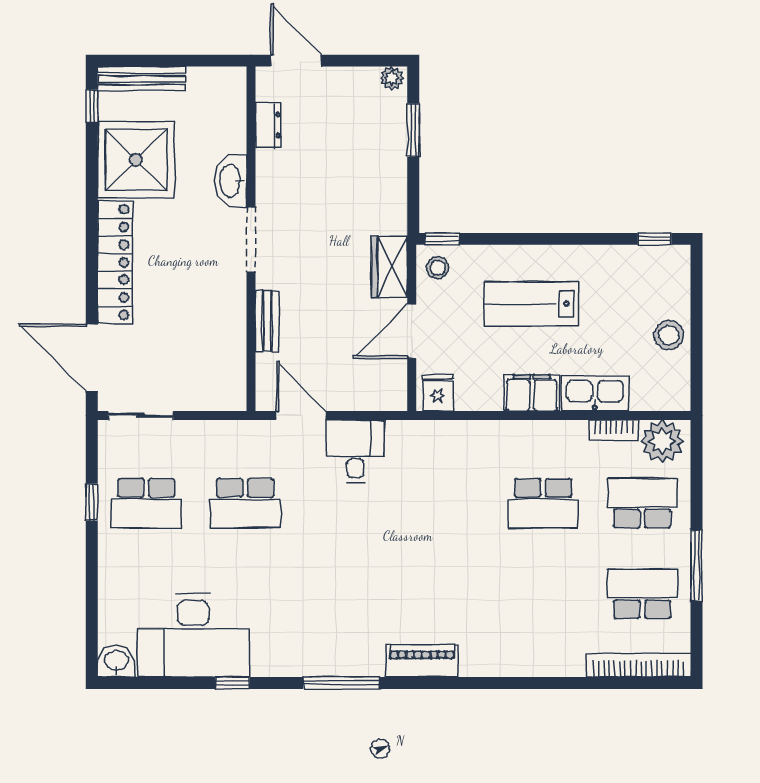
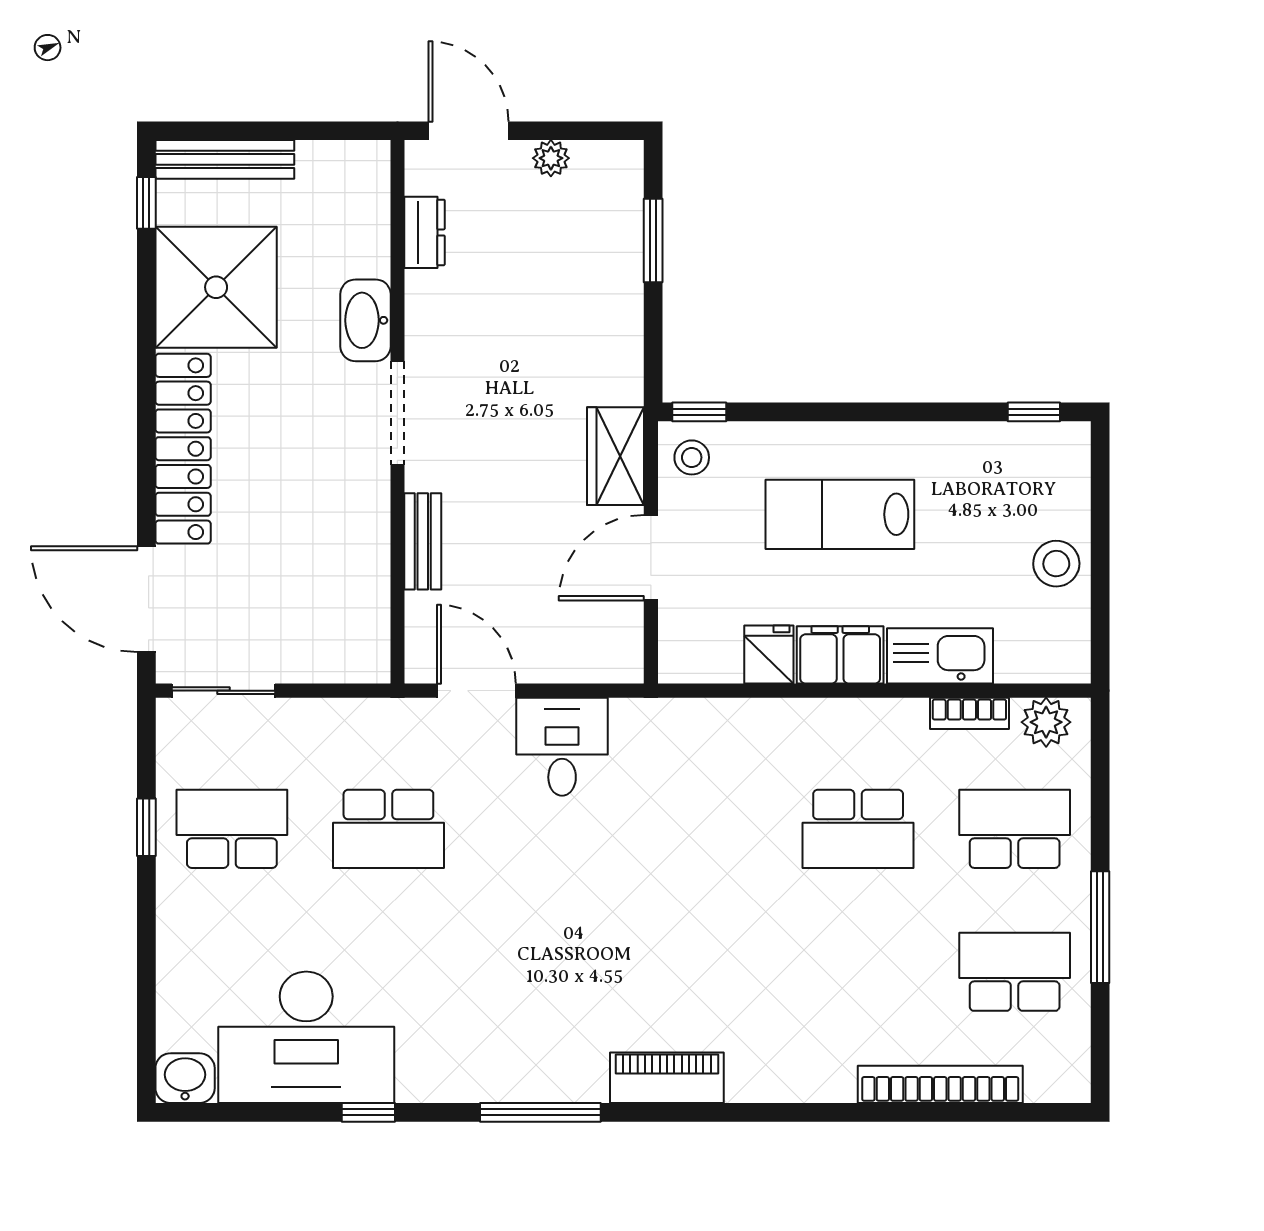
plant: (392, 78) -> (551, 158), moved
fridge: (438, 393) -> (769, 655), moved
plant: (662, 441) -> (1046, 722), width x0.73, depth x0.73
school desk: (146, 503) -> (232, 829), turned 180
bookcase: (639, 665) -> (940, 1084), moved

